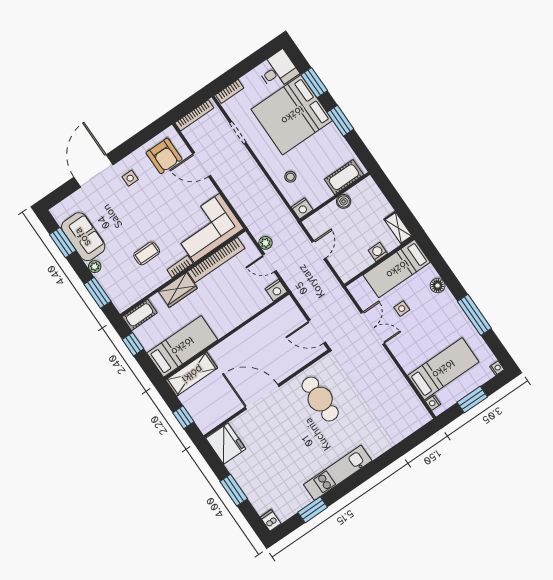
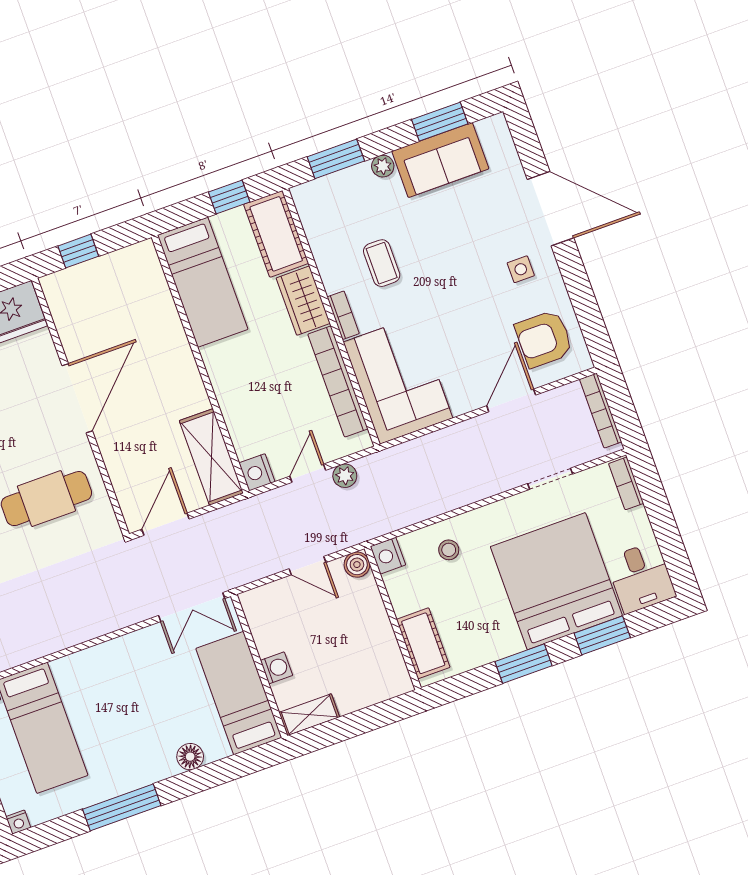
boiler: (344, 201) -> (357, 565), moved
side table: (402, 309) -> (167, 683), removed
cot: (140, 315) -> (276, 234), width x1.37, depth x1.34
double door: (373, 328) -> (192, 607), moved
shelving: (192, 374) -> (211, 457), moved

